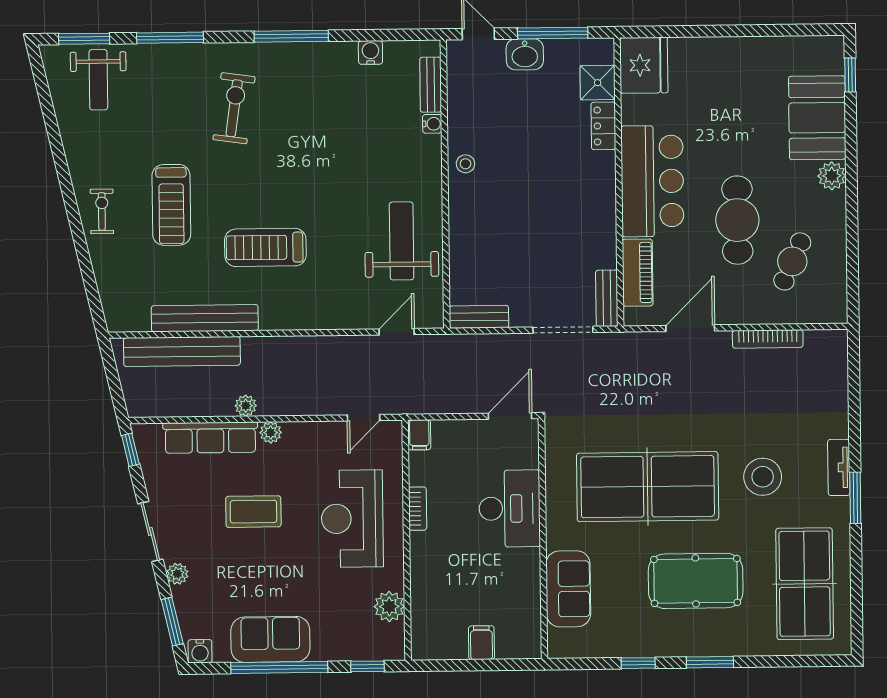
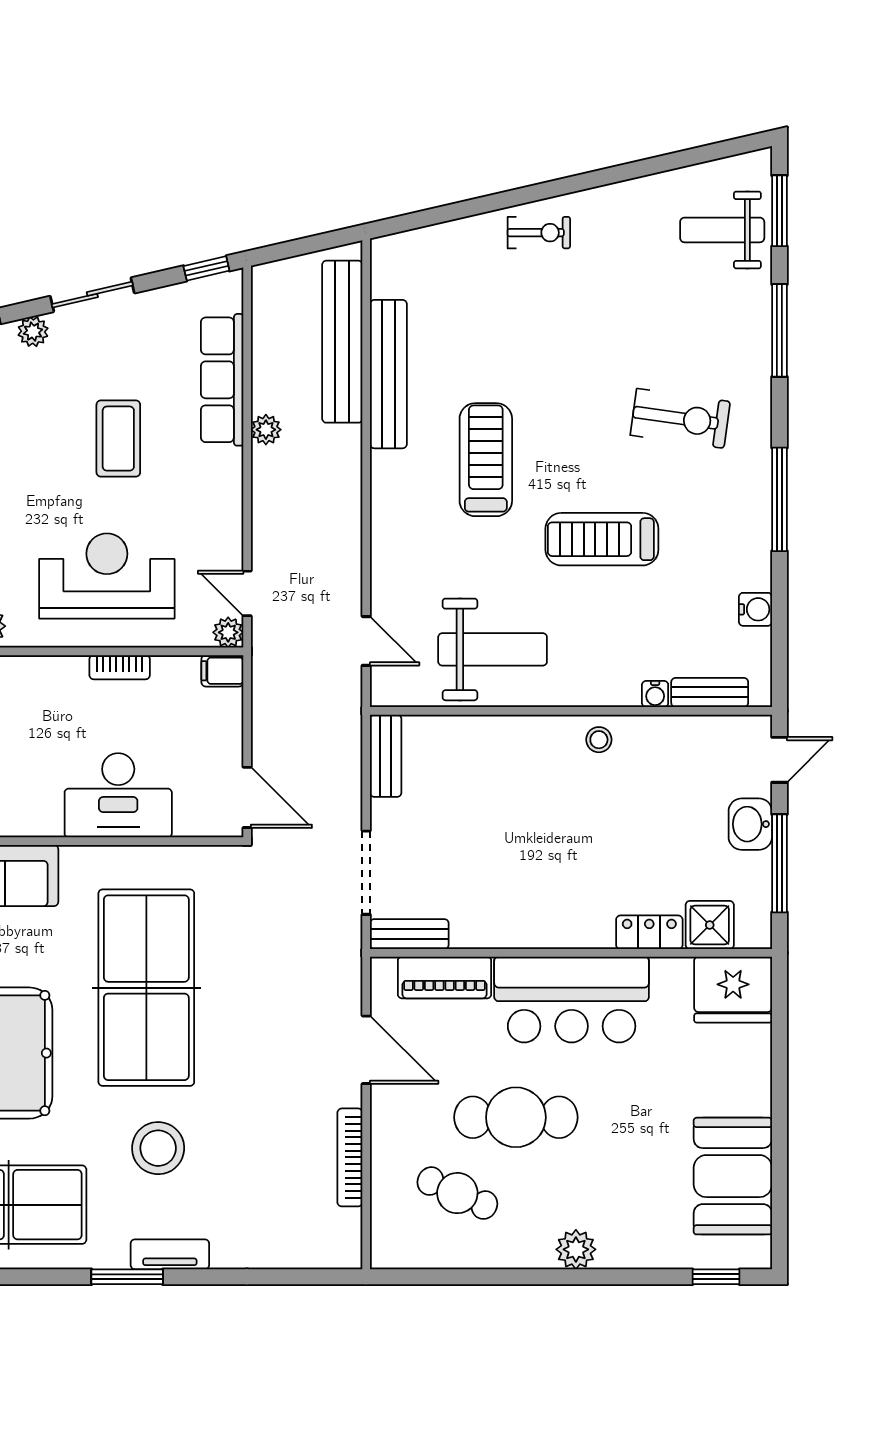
booth: (817, 118) -> (733, 1176), moved, turned 90
treadmill: (171, 205) -> (602, 539), moved
plant: (271, 432) -> (228, 632), moved

